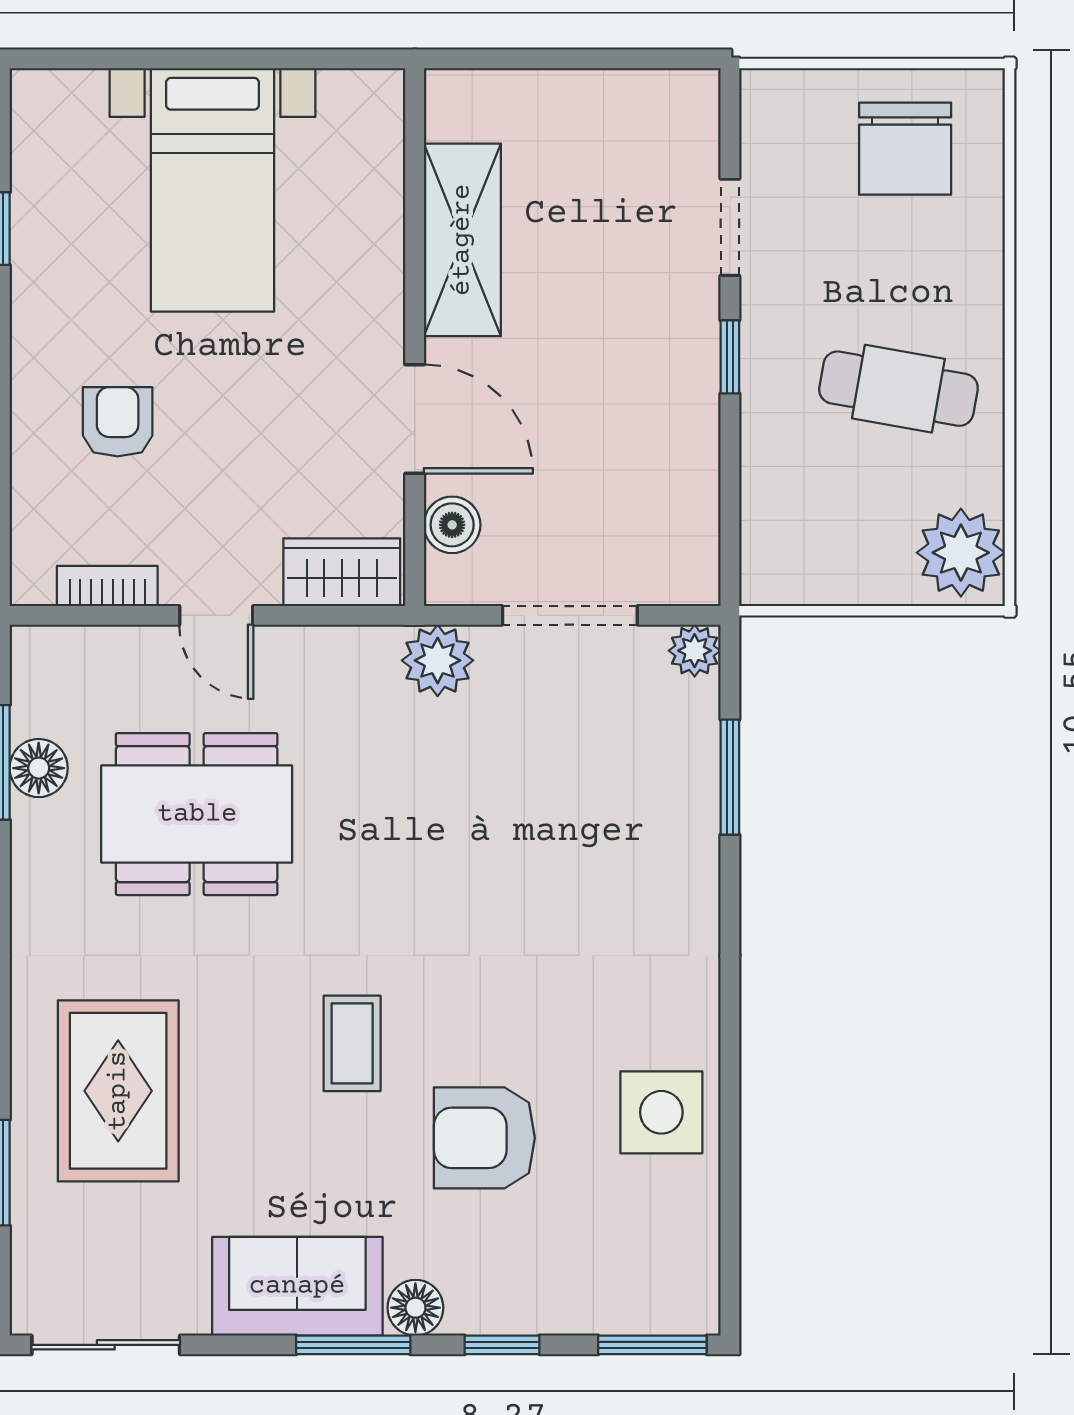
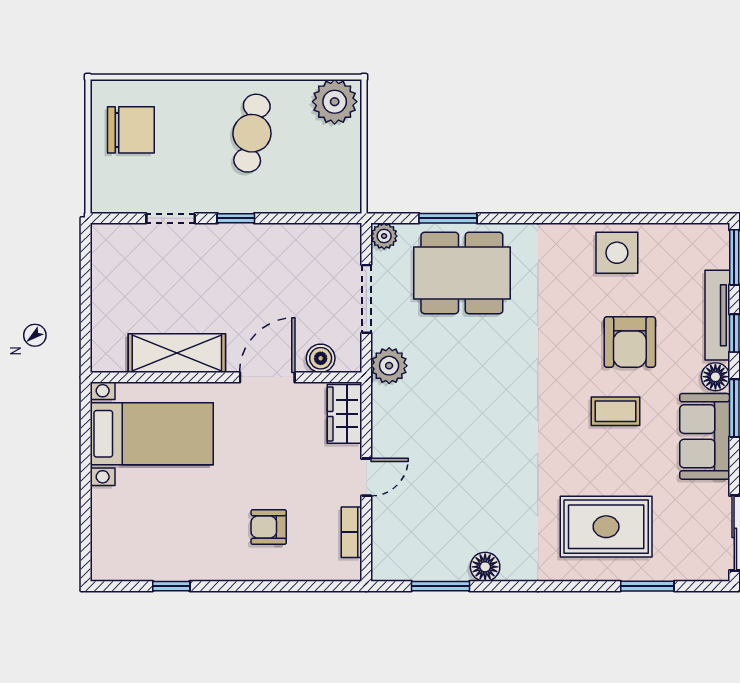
bed with nightstands: (212, 190) -> (152, 434), moved
floor lamp: (39, 768) -> (485, 567), moved
dining table: (197, 814) -> (462, 273), moved, turned 90
coffee table: (352, 1043) -> (615, 411), moved
tv unit: (538, 1311) -> (717, 315), added

